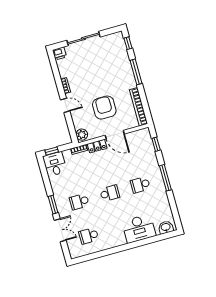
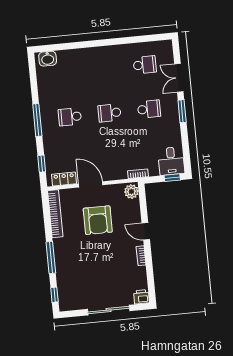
locker: (97, 146) -> (64, 179), moved
school desk: (140, 185) -> (70, 117), turned 180
desk: (139, 229) -> (81, 63), removed

